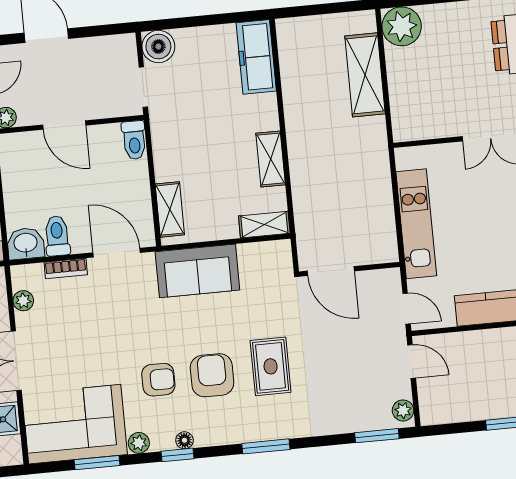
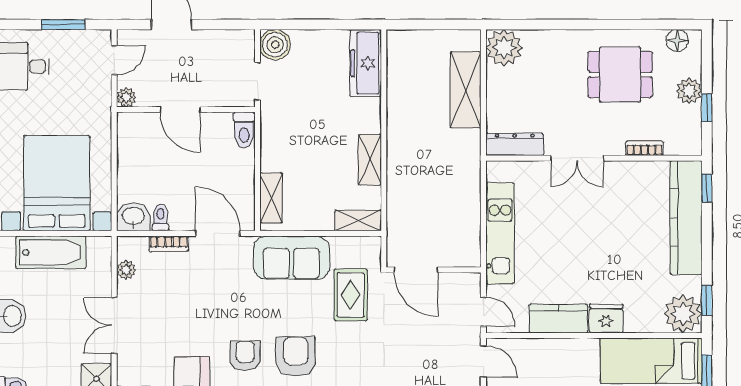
dresser: (423, 128) -> (515, 144), added
toilet: (57, 236) -> (160, 218), width x0.73, depth x0.72
rug: (271, 366) -> (351, 295), moved
armchair: (158, 380) -> (245, 356), turned -90

